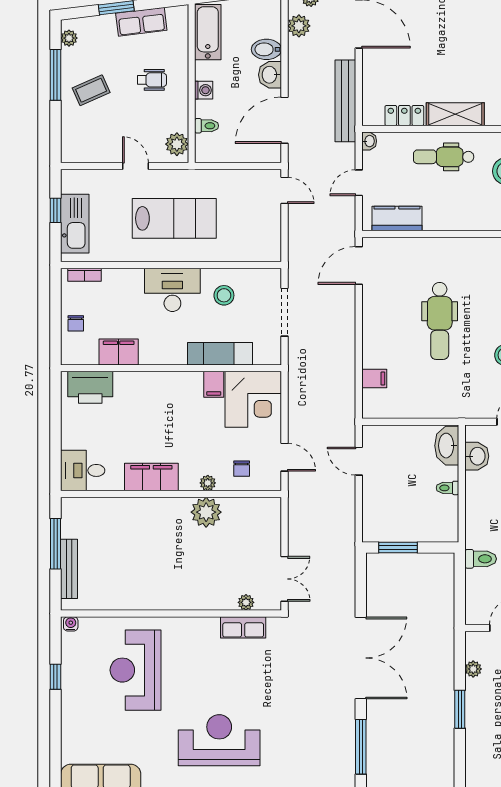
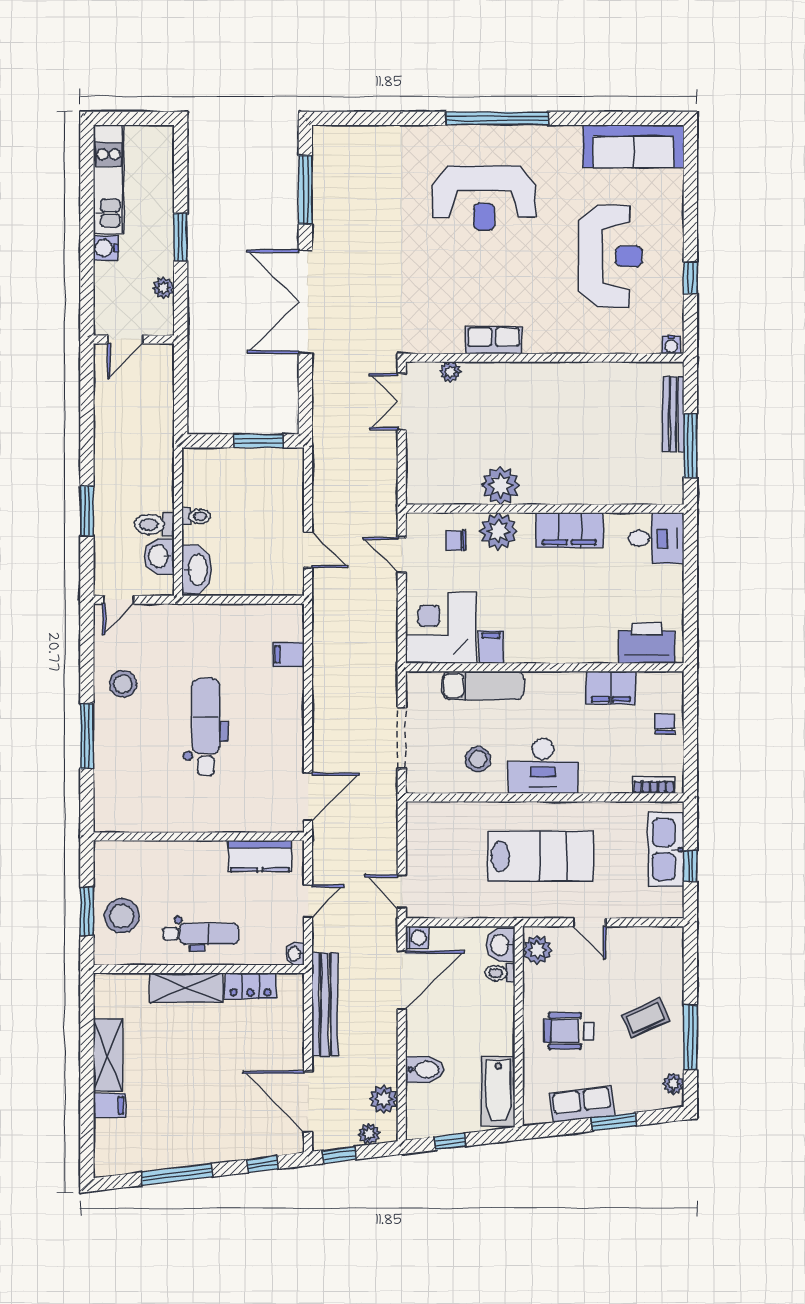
washbasin: (270, 75) -> (501, 945), moved, turned 180
wheelchair: (152, 80) -> (569, 1031), width x1.36, depth x1.37
washing machine: (204, 90) -> (417, 937), moved, turned 180
lab bench: (174, 218) -> (541, 856), turned 180
chair: (242, 469) -> (456, 541), turned -90
plant: (208, 483) -> (498, 531), width x1.88, depth x1.88
toilet: (481, 559) -> (154, 524), moved
row of seats: (243, 627) -> (494, 340), moved
reception desk: (136, 670) -> (610, 256), moved

